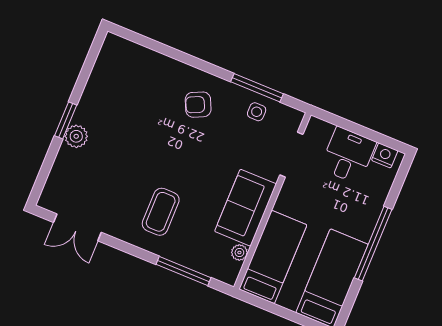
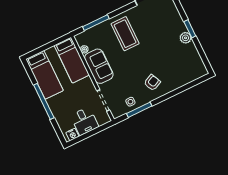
plant: (76, 136) -> (186, 38), moved
coffee table: (161, 212) -> (125, 34), width x1.36, depth x1.32

